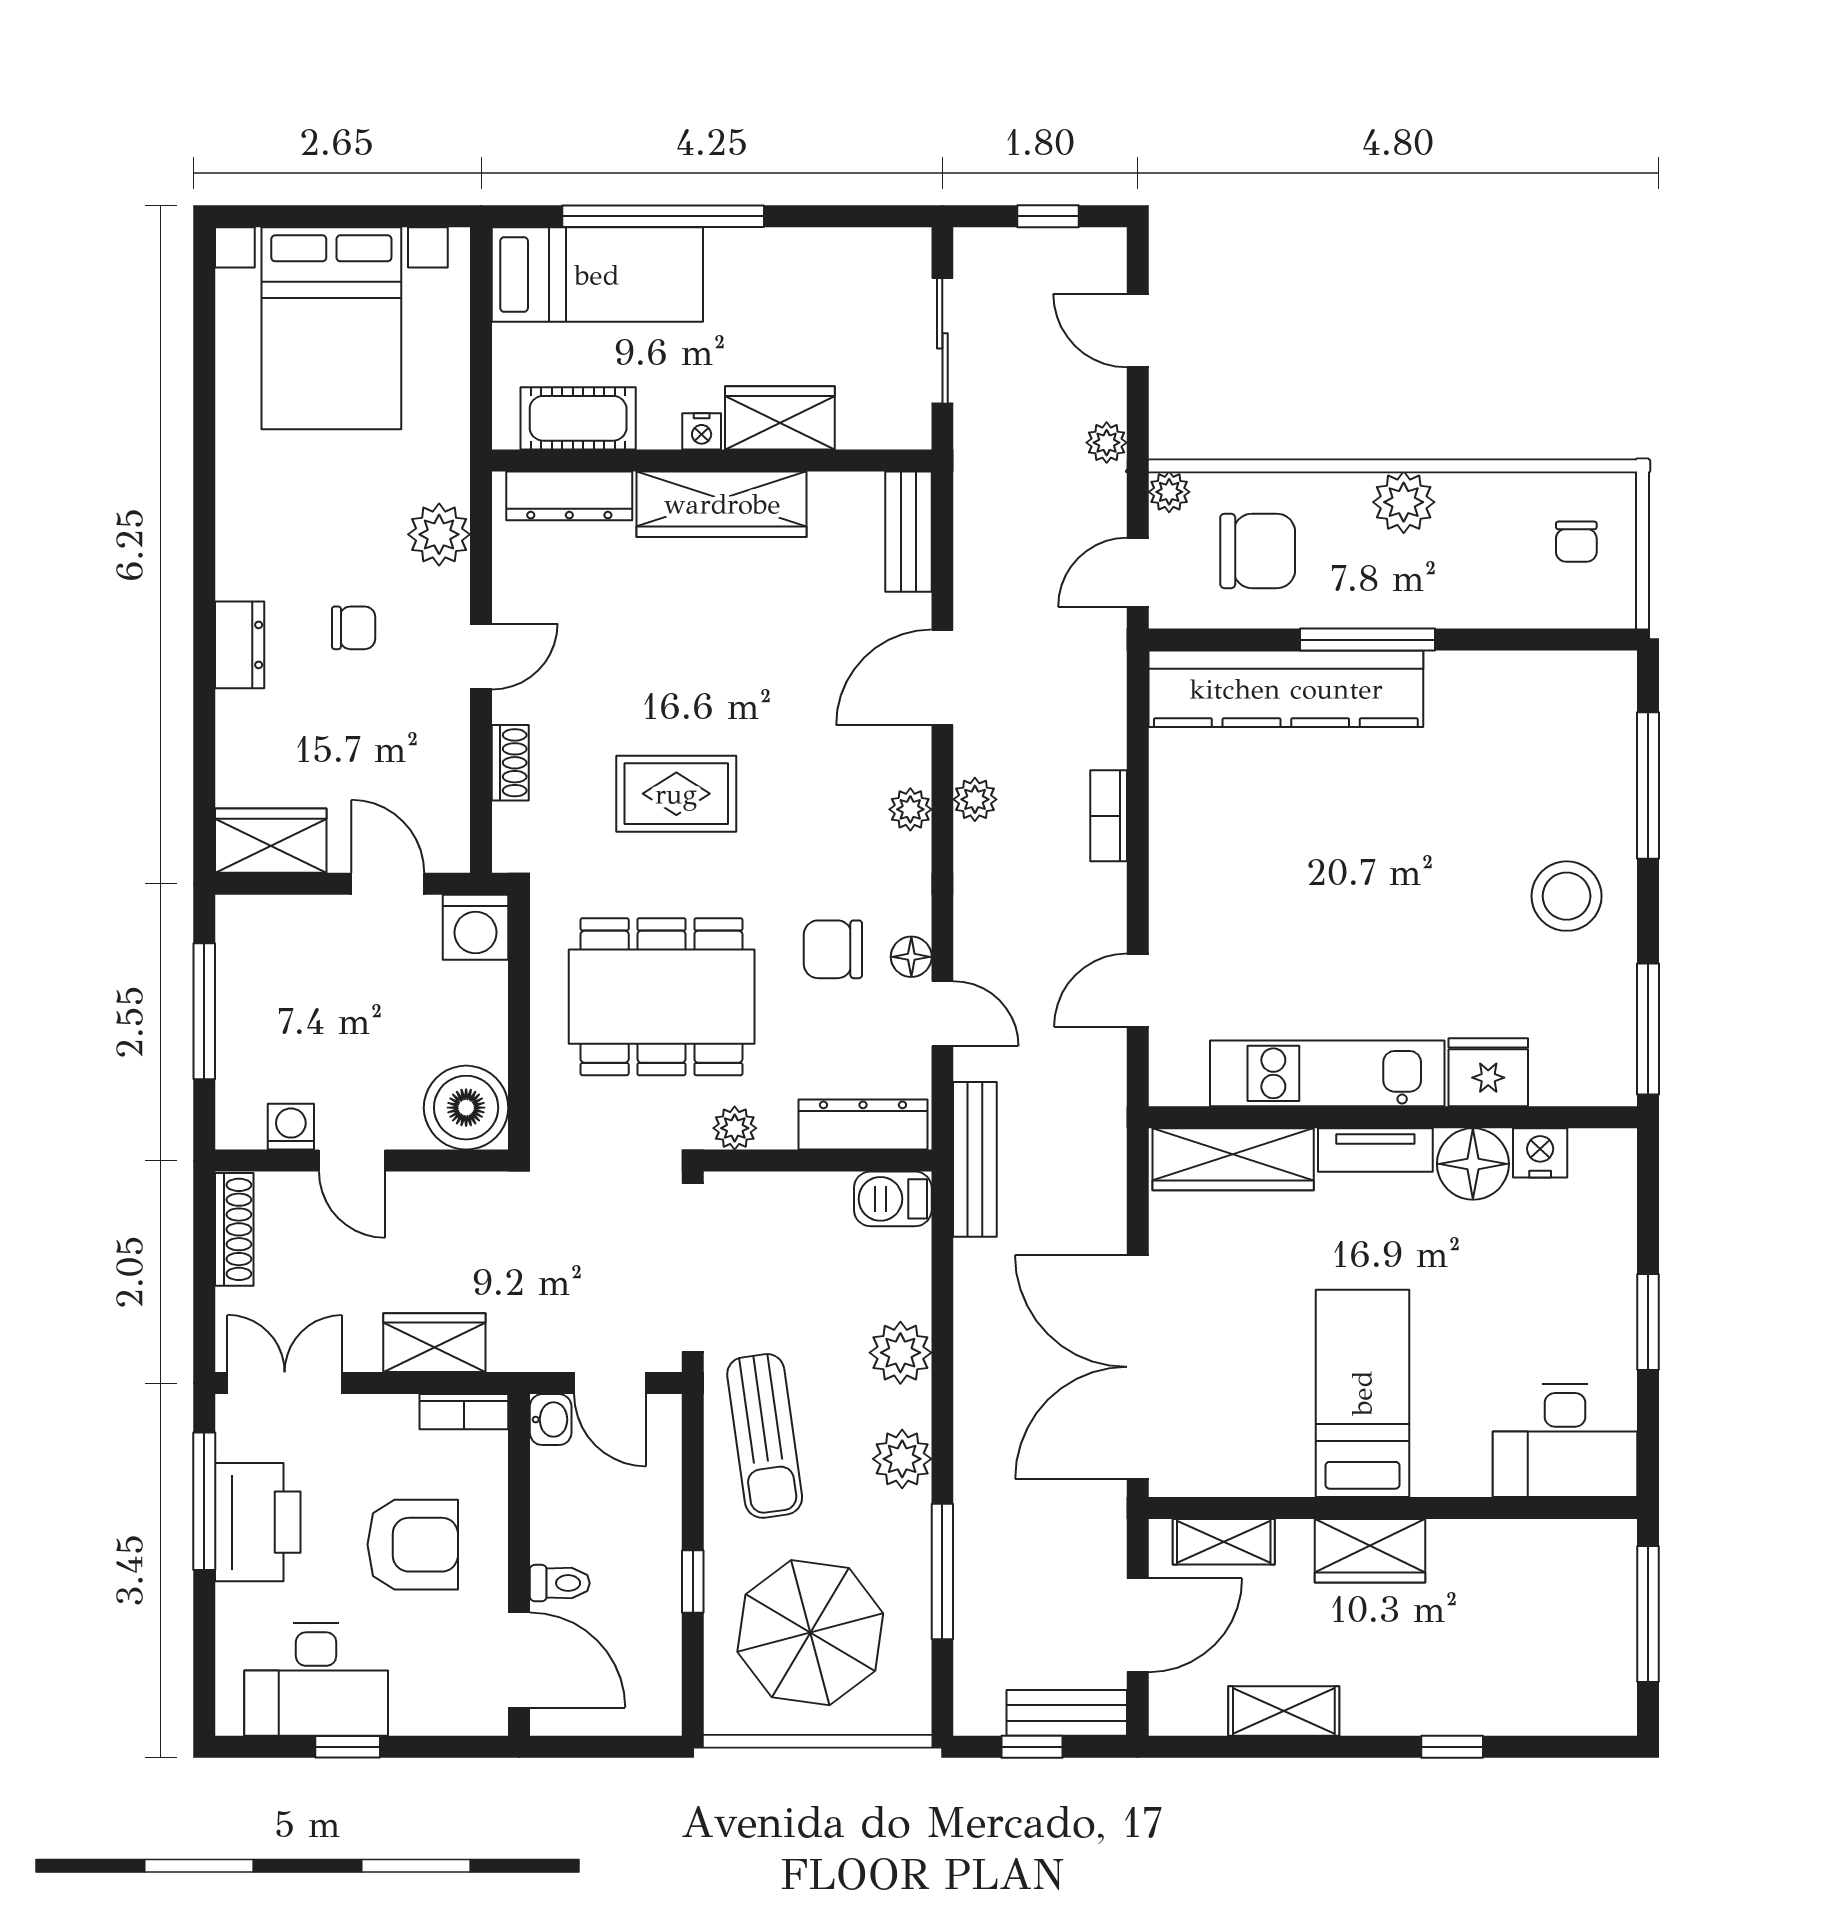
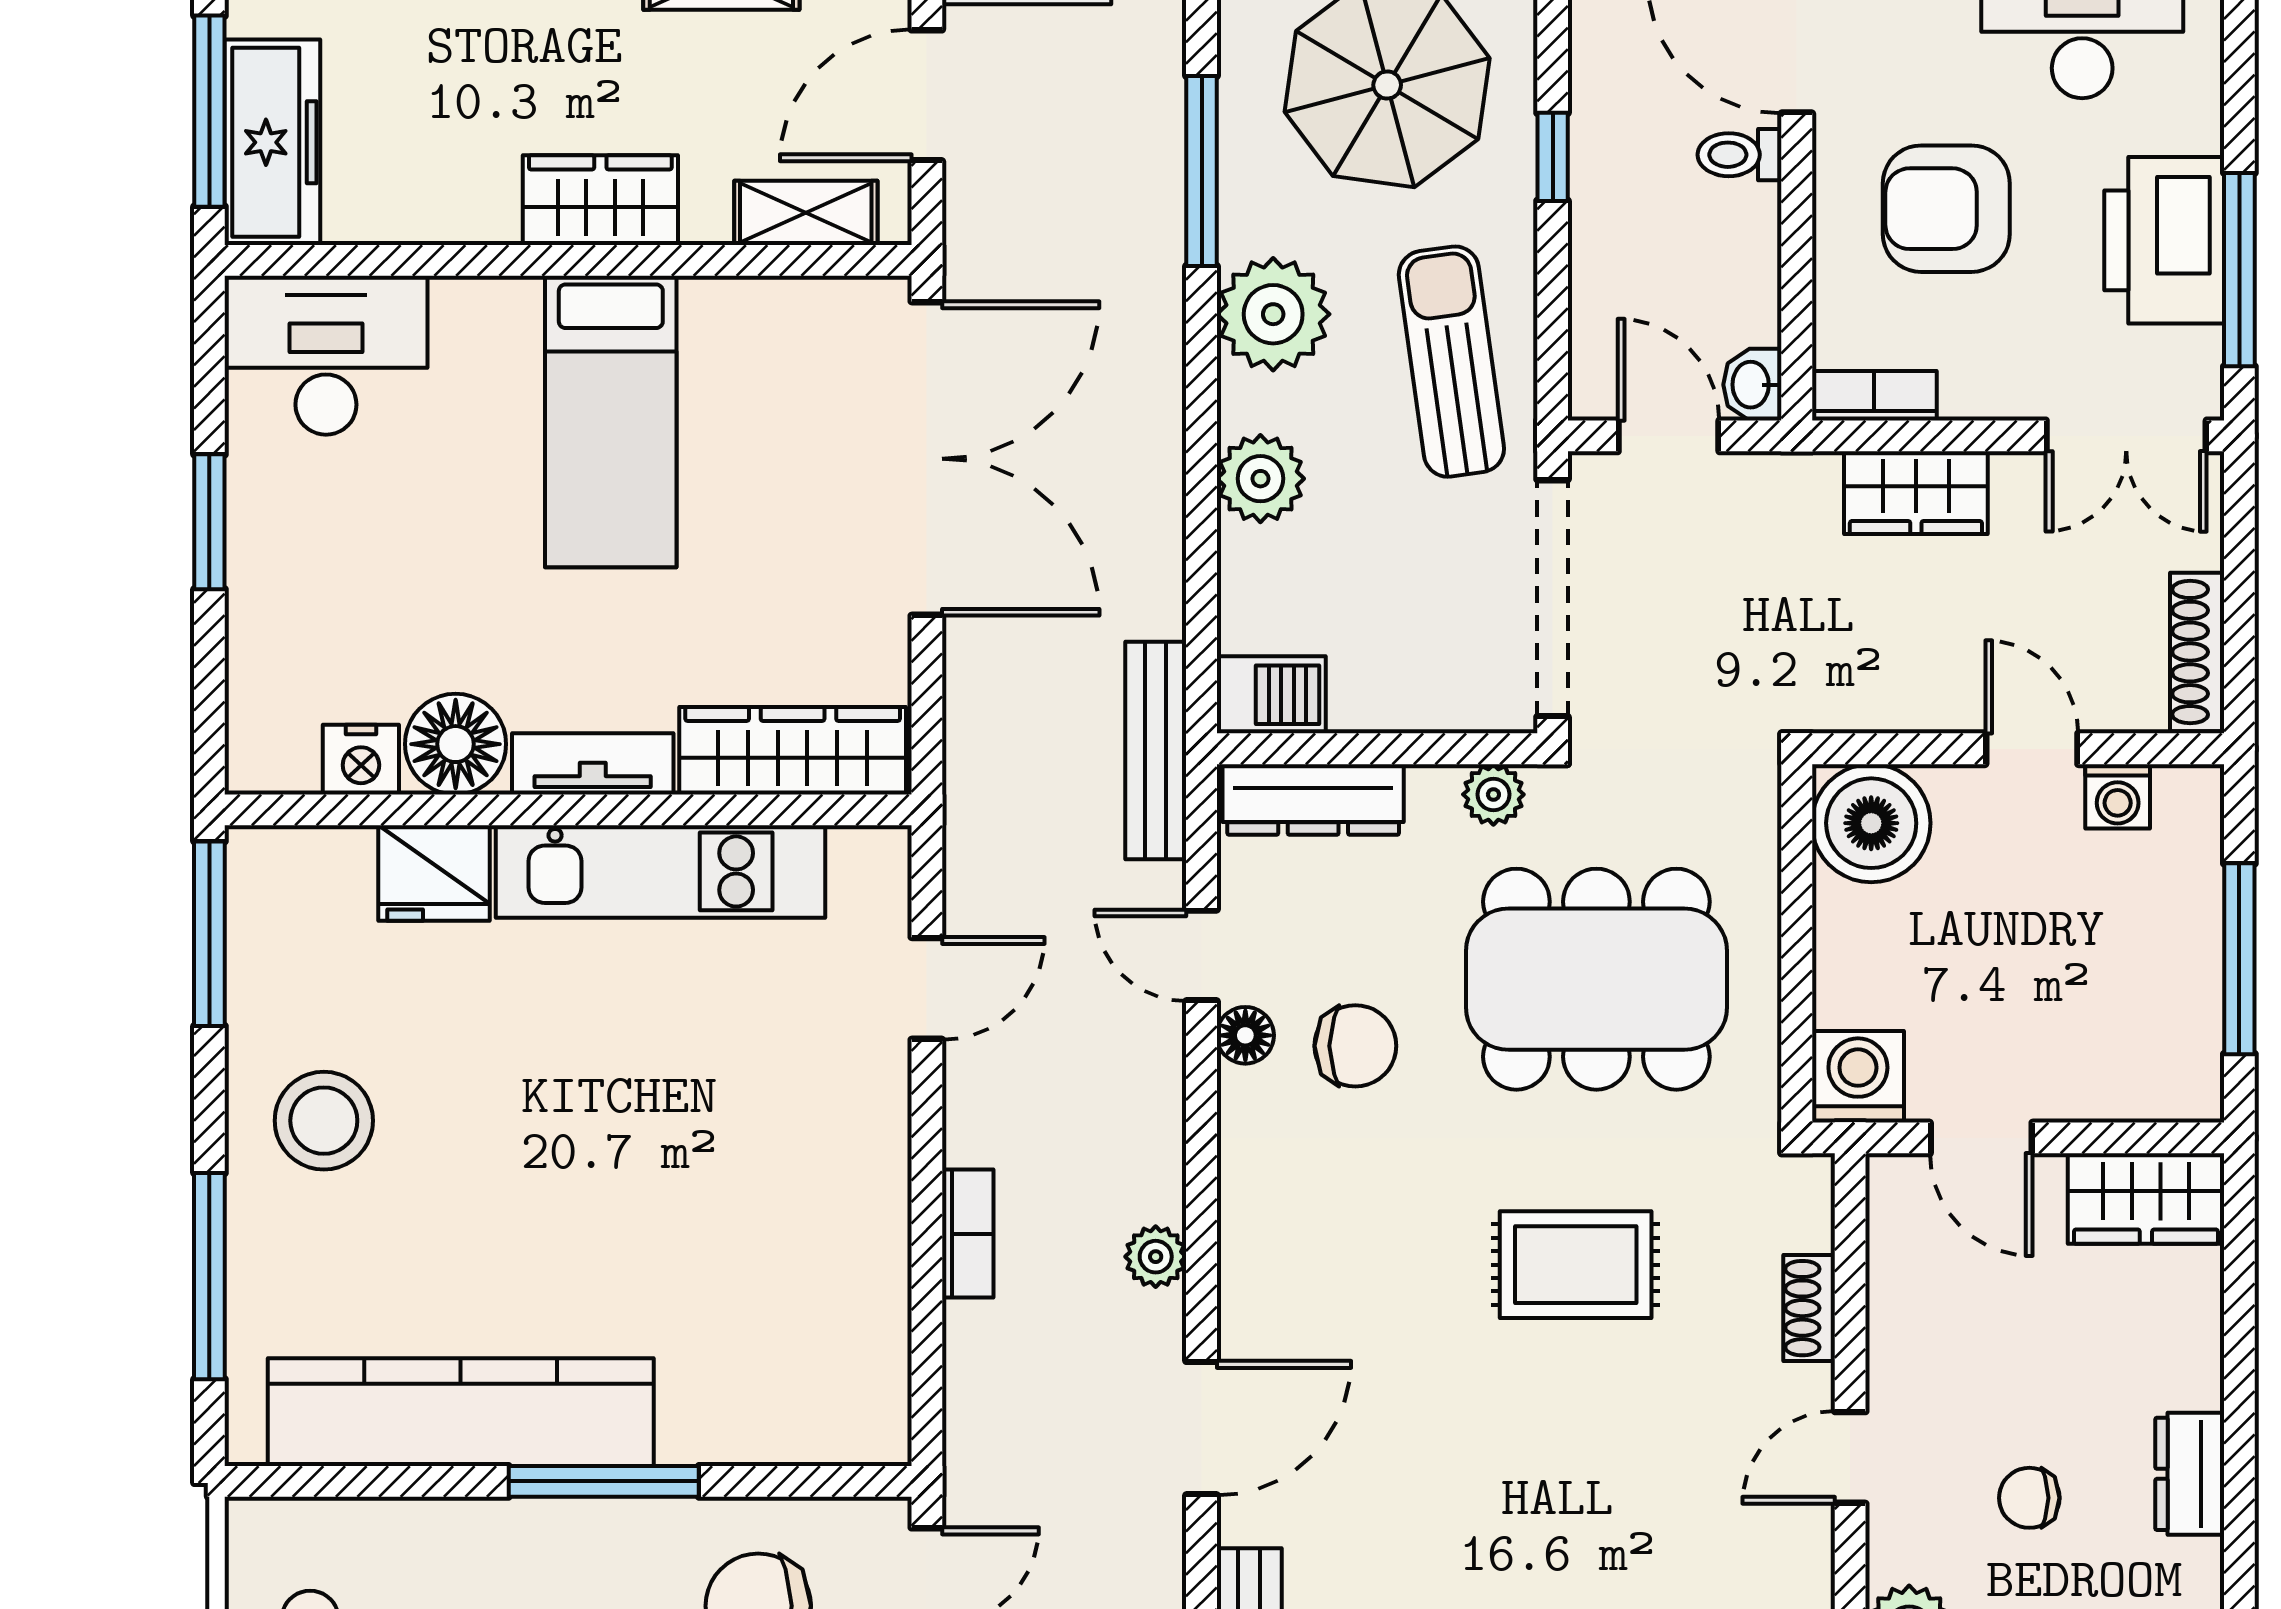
kitchen counter: (1286, 689) -> (461, 1412), moved
plant: (910, 809) -> (1247, 1243), removed
plant: (902, 1459) -> (1273, 314), width x1.36, depth x1.36
freezer: (1603, 1592) -> (272, 142), added

